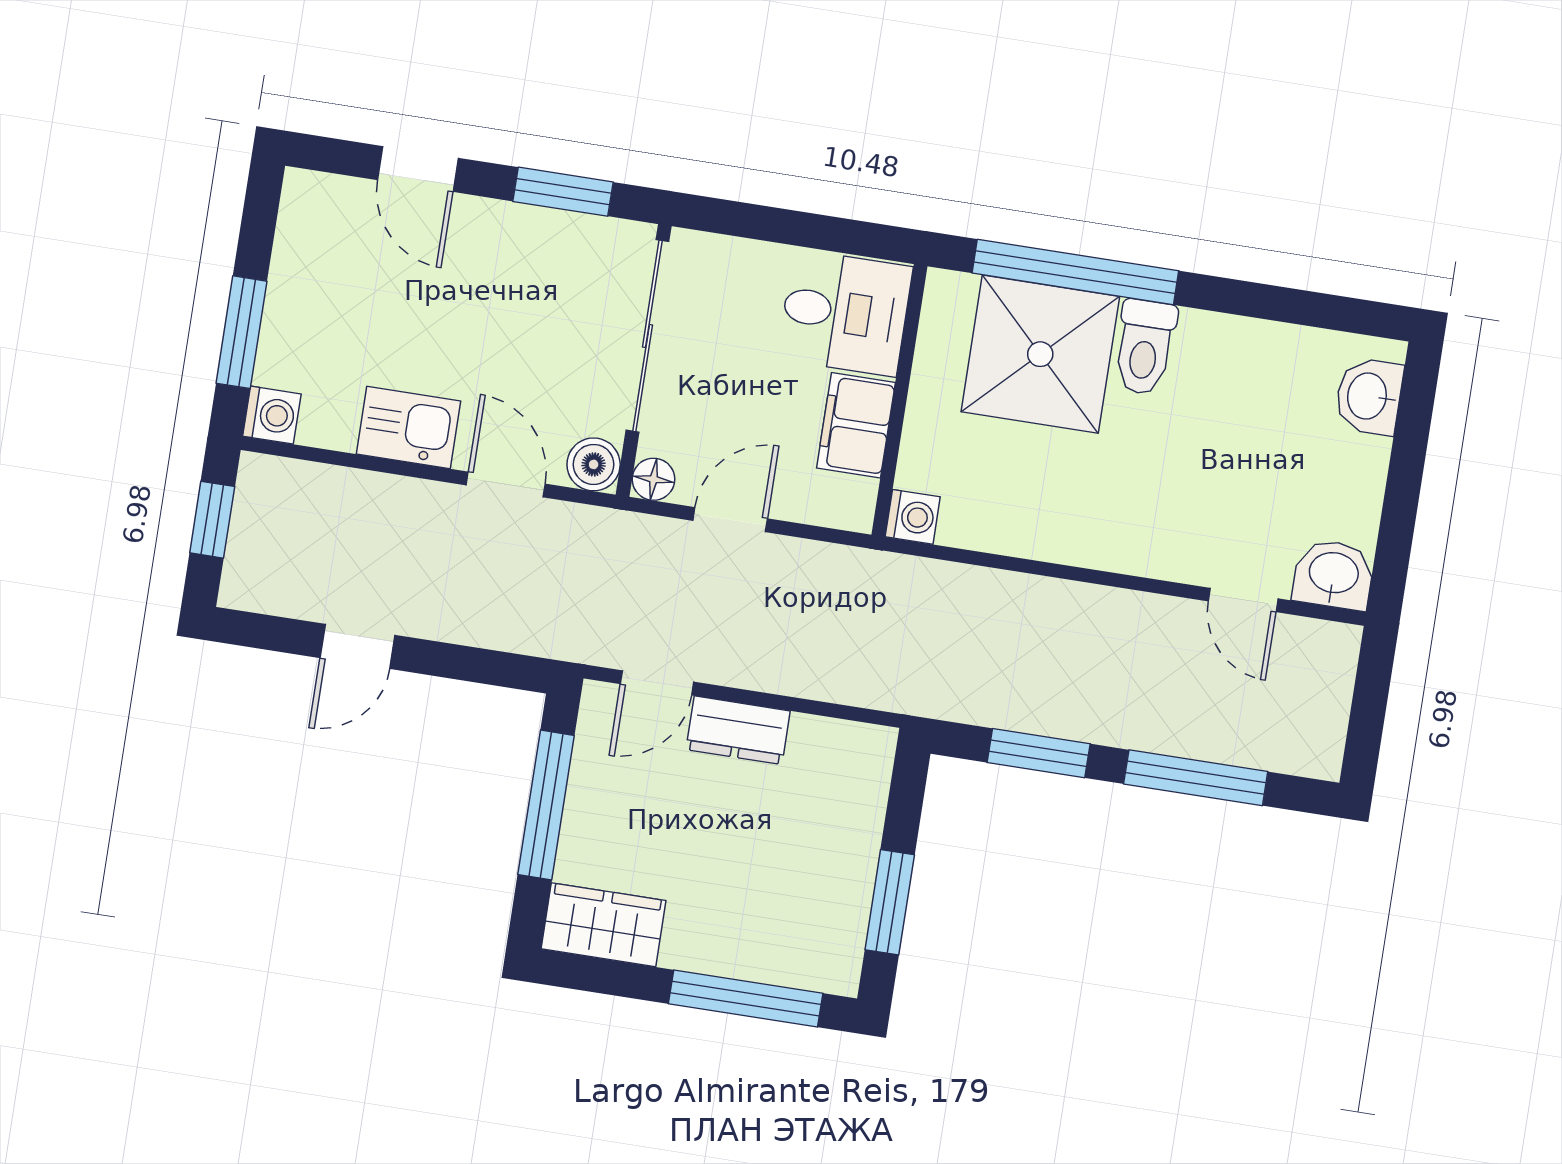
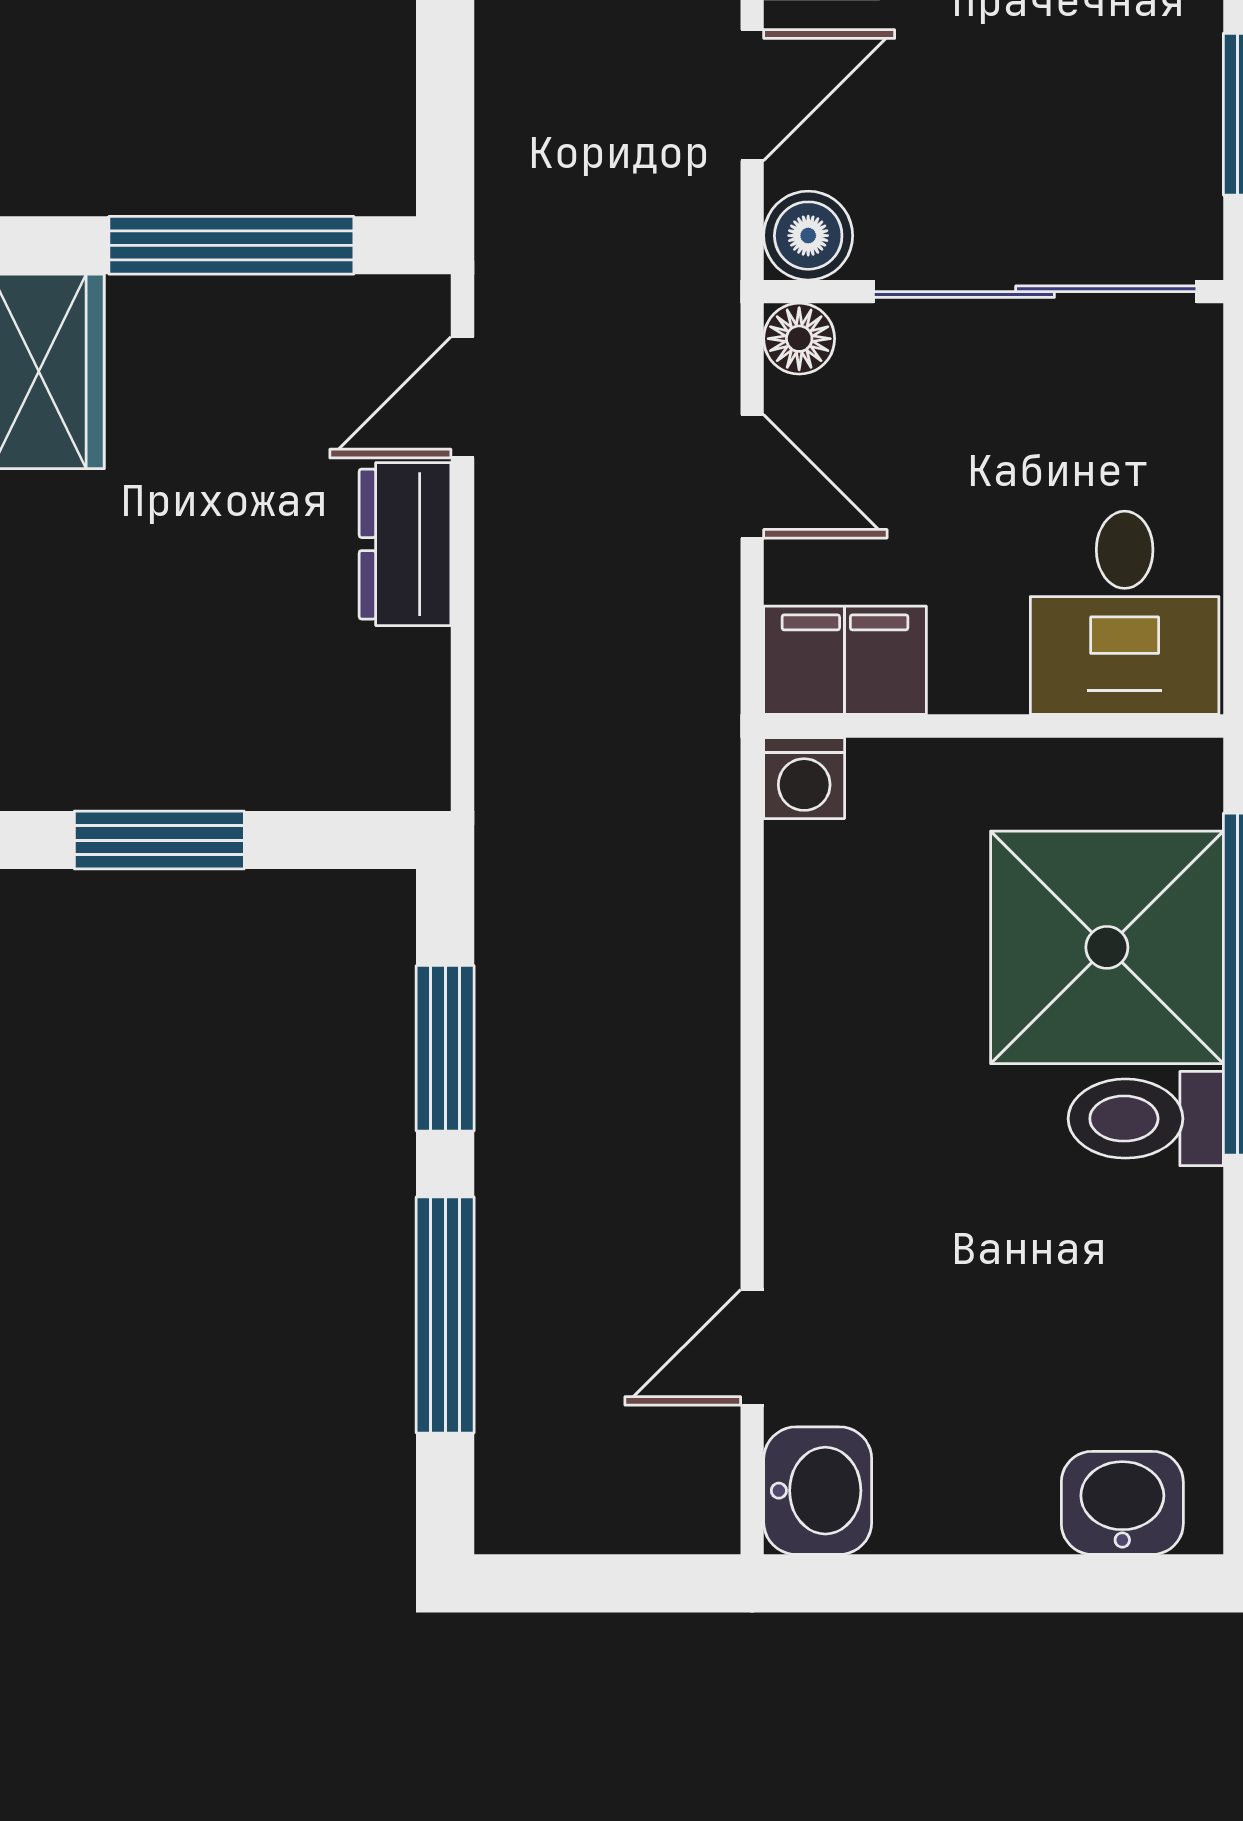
filing cabinet: (856, 425) -> (845, 660), moved
door: (657, 683) -> (462, 397), hinge flipped

